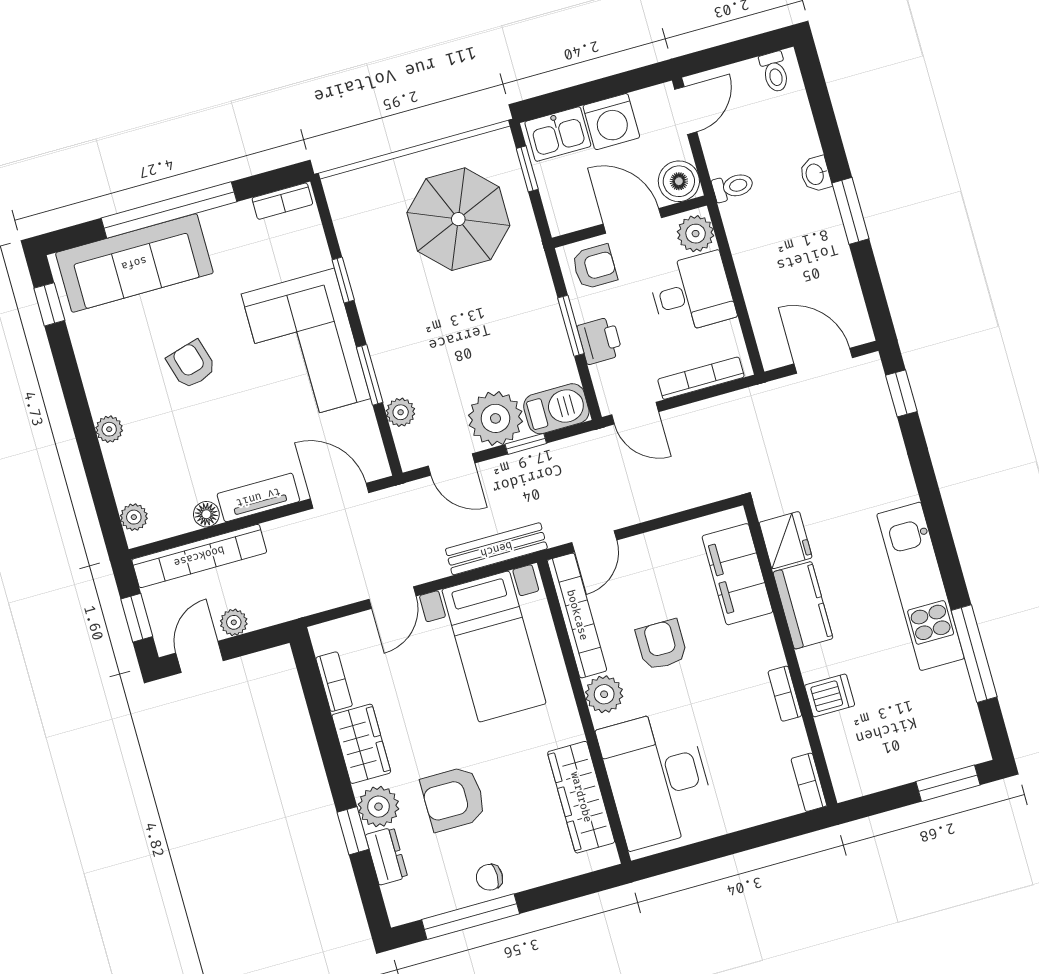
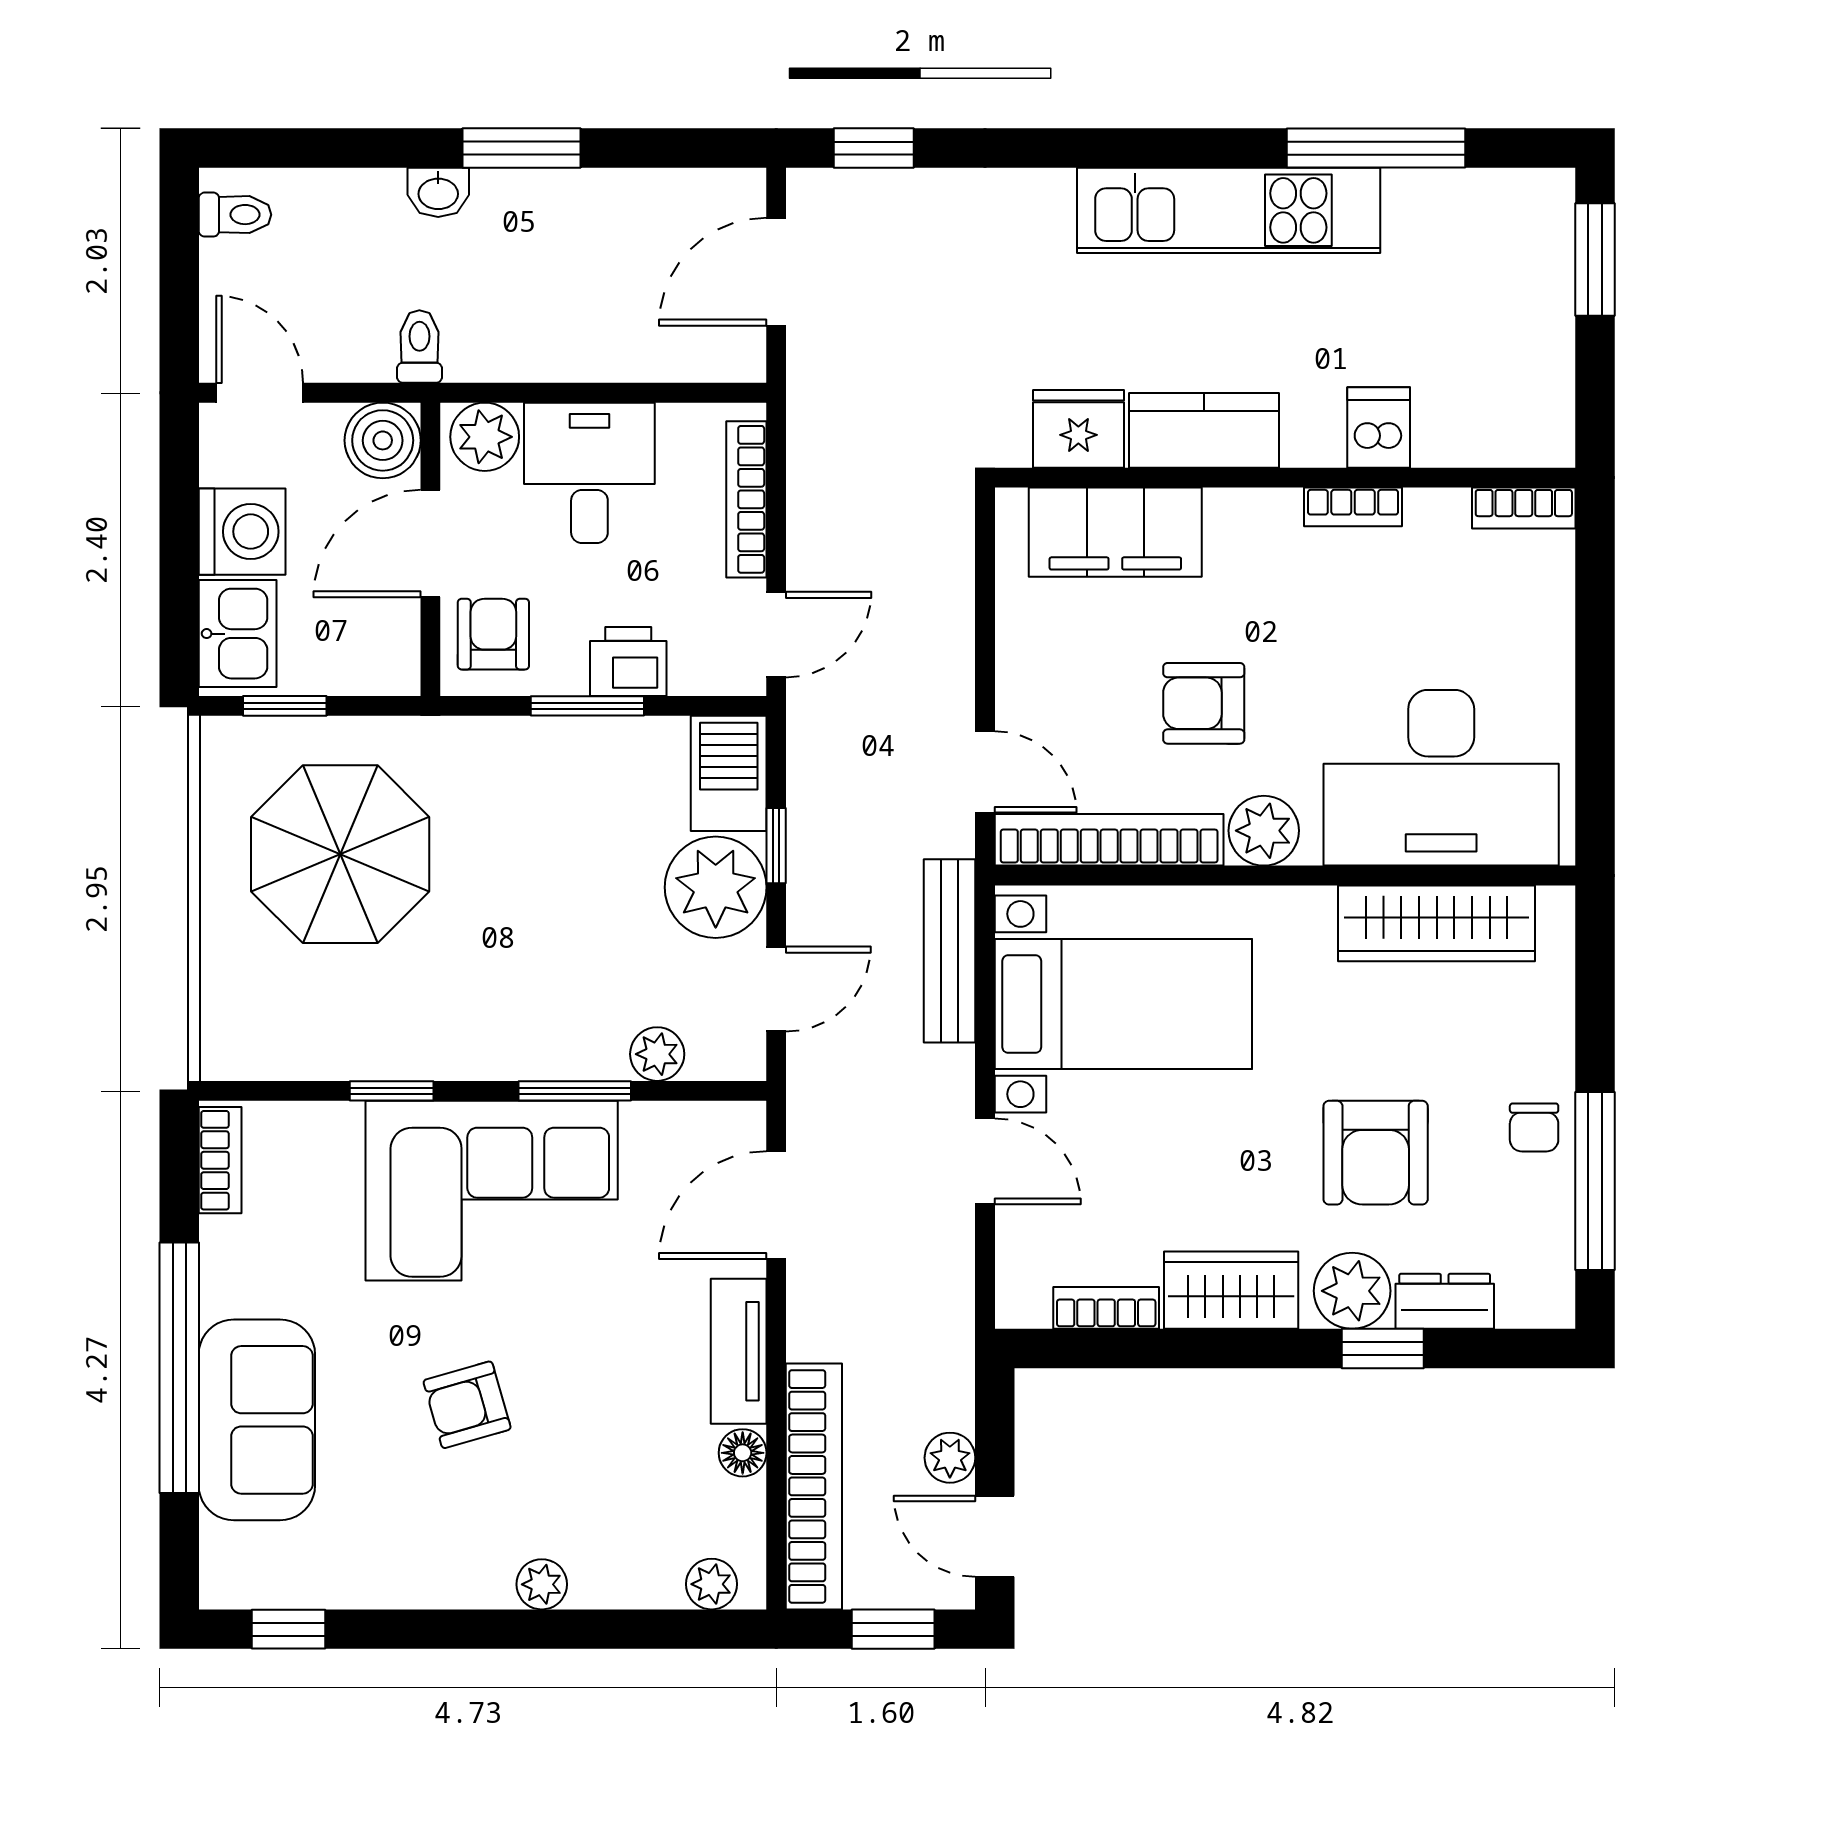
sofa: (134, 263) -> (257, 1420), width x0.73

